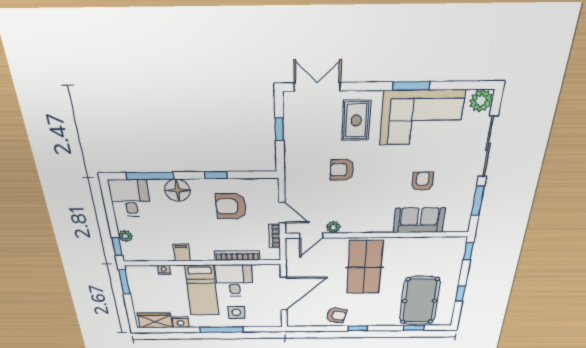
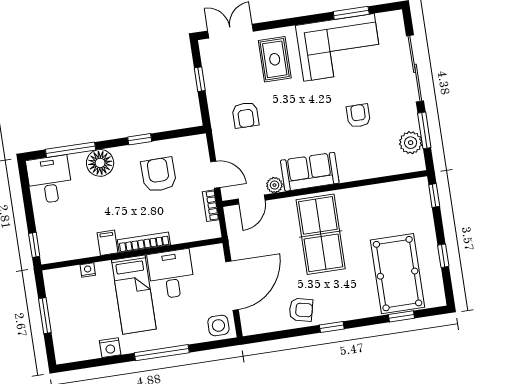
window: (411, 86) -> (351, 13), moved
plant: (481, 101) -> (411, 143), moved
armchair: (342, 170) -> (245, 115), moved, turned -90
armchair: (231, 206) -> (159, 175), turned 89
sofa: (419, 220) -> (310, 172), moved
plant: (125, 236) -> (44, 229), removed
bookcase: (237, 256) -> (144, 242), moved
window: (124, 282) -> (45, 316), moved
side table: (236, 312) -> (218, 325), moved
wardrobe: (155, 320) -> (78, 349), removed

